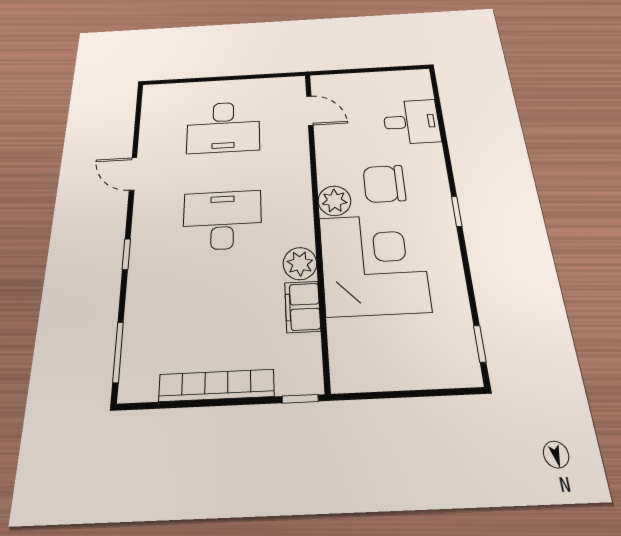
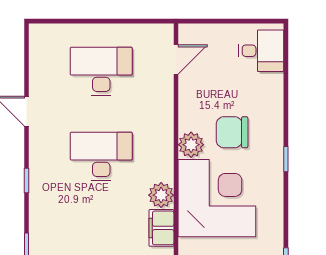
door: (310, 111) -> (176, 60), hinge flipped
desk: (411, 122) -> (261, 51), moved
desk: (223, 127) -> (101, 71), turned 180

